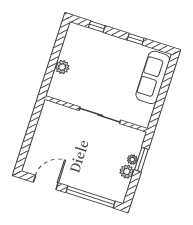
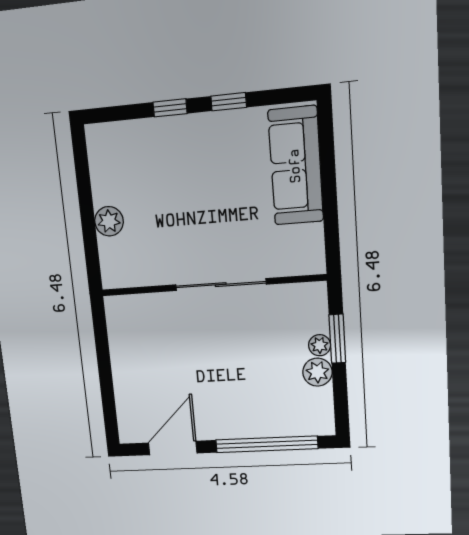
window: (97, 27) -> (170, 108), moved

